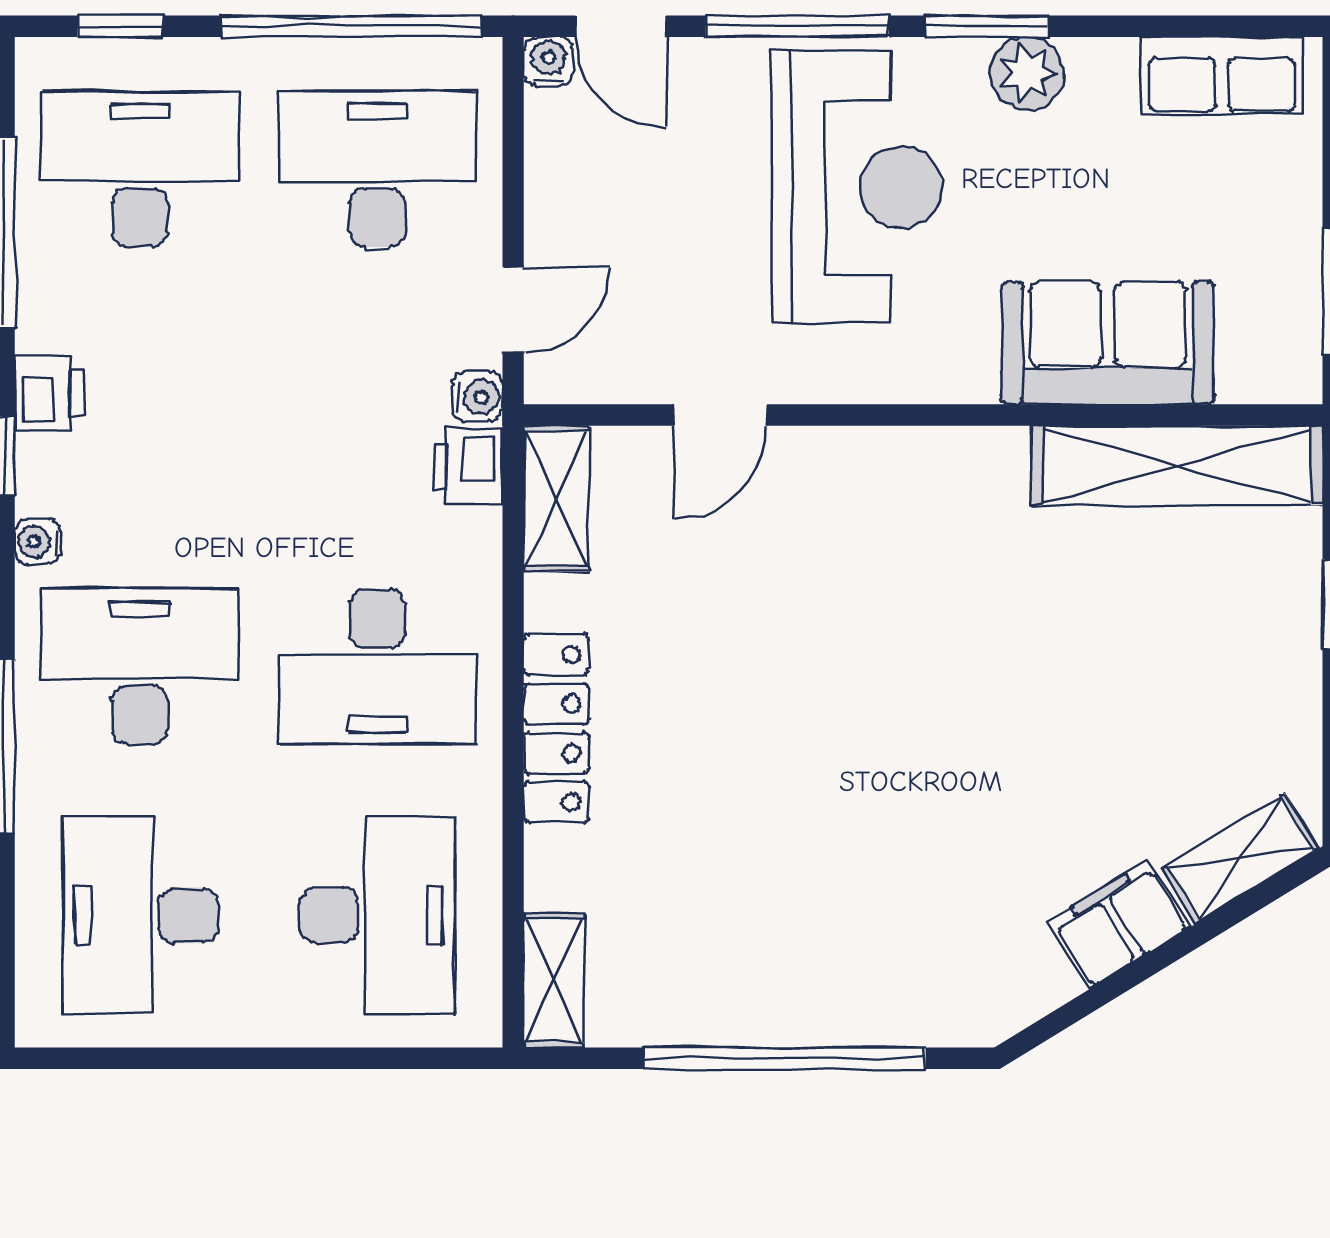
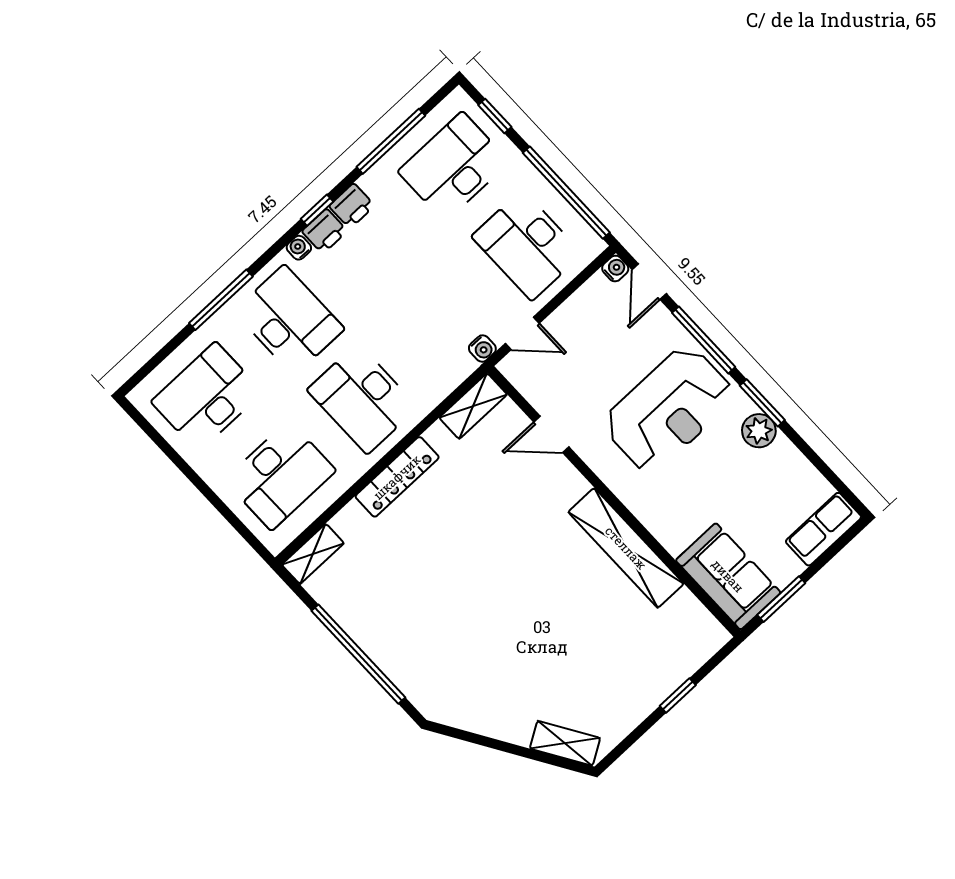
row of seats: (1222, 75) -> (823, 529), moved, turned 90
desk: (140, 169) -> (454, 167), turned -90
desk: (377, 169) -> (527, 245), turned 180
sofa: (1108, 343) -> (728, 576), moved
shelving: (1177, 465) -> (626, 548), moved
printer: (468, 466) -> (325, 231), moved, turned 180
filing cabinet: (1119, 924) -> (506, 723), removed

